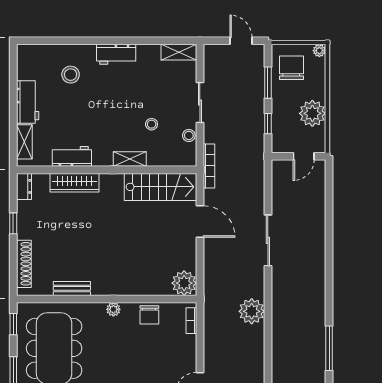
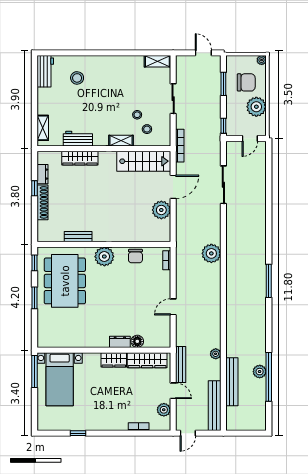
workbench: (116, 54) -> (111, 63), removed
chair: (291, 68) -> (246, 82), moved, turned 90
workbench: (28, 102) -> (45, 71), moved
window: (268, 124) -> (223, 126), moved
stool: (189, 135) -> (147, 129), moved
dresser: (24, 186) -> (43, 174), moved
door: (200, 221) -> (173, 187), hinge flipped
sliding door: (268, 240) -> (223, 185), moved
shoe rack: (24, 264) -> (42, 202), moved
plant: (184, 283) -> (161, 210), moved
plant: (113, 309) -> (104, 257), width x1.88, depth x1.88

